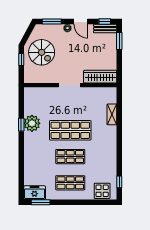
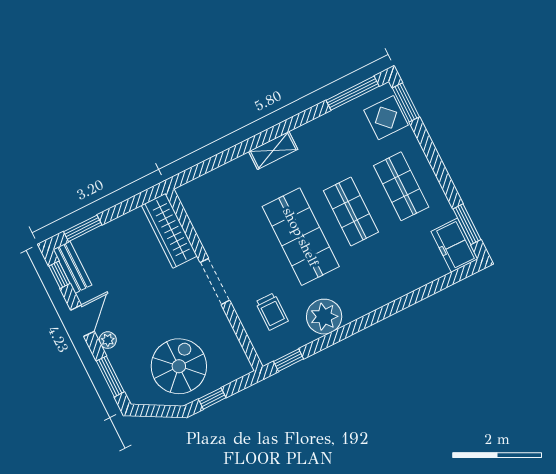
trolley: (45, 103) -> (272, 311), added
shelving: (112, 114) -> (273, 150), moved
window: (21, 125) -> (289, 360), moved
window: (119, 182) -> (353, 93), width x2.17
window: (104, 202) -> (406, 102), added

